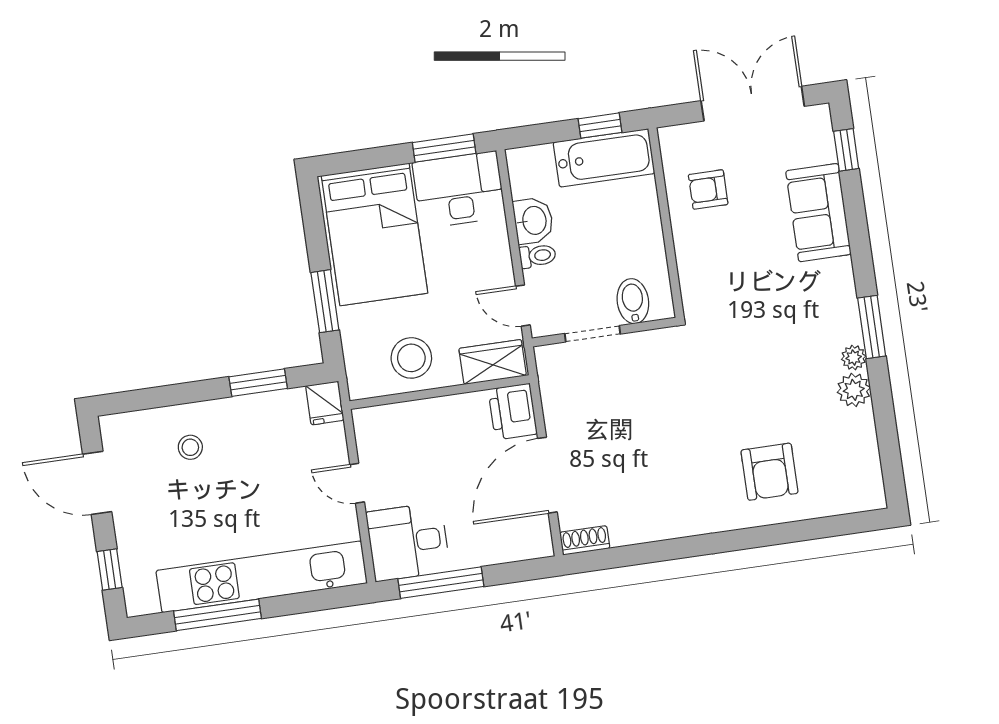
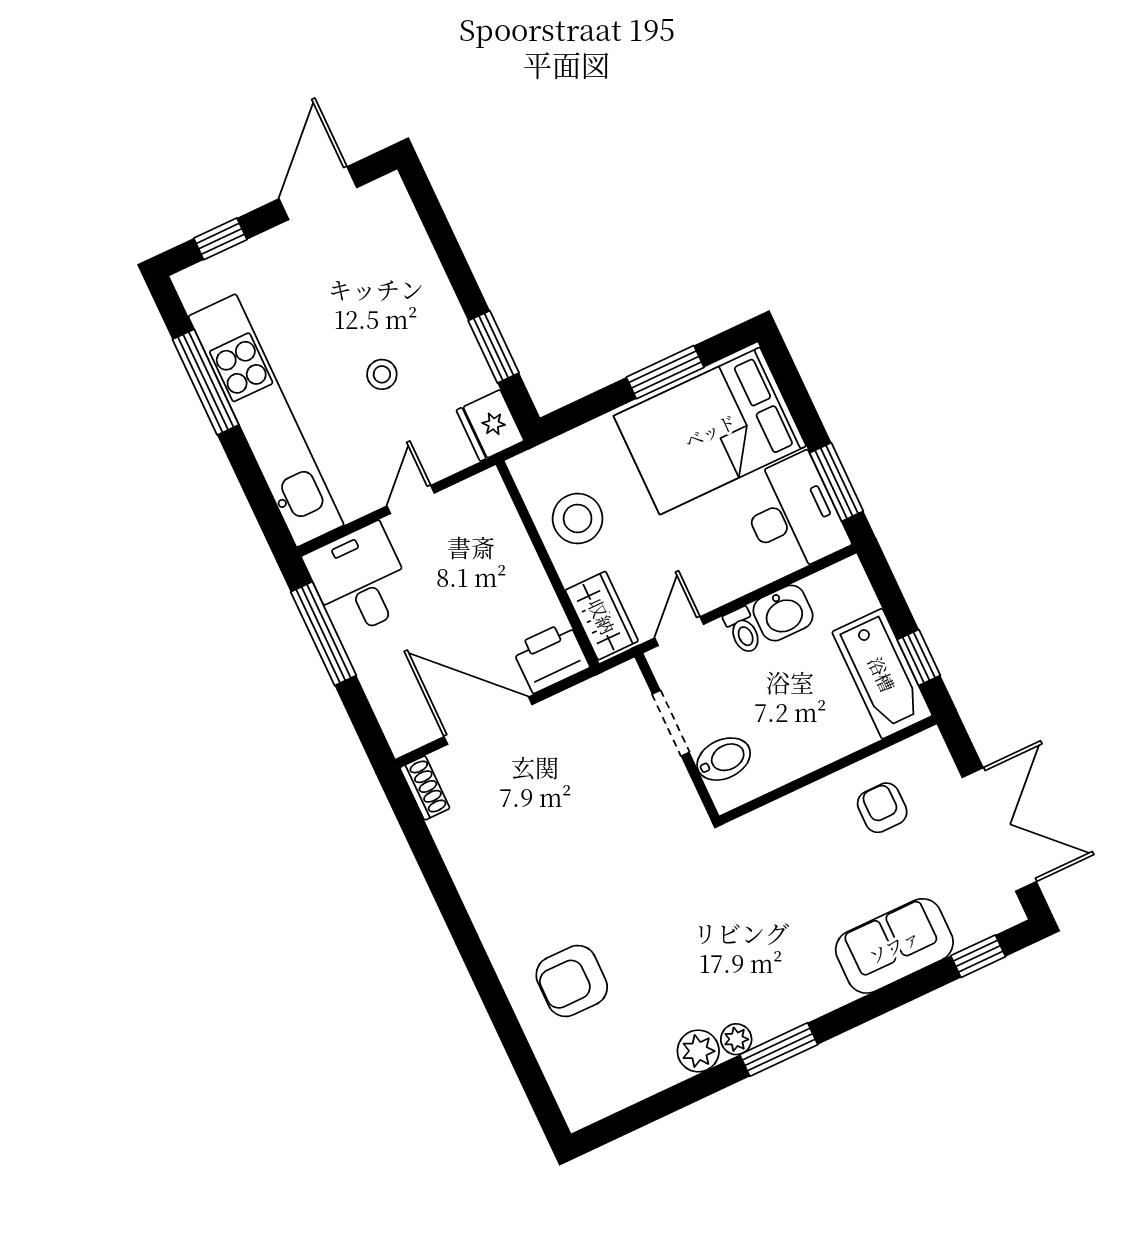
window: (325, 301) -> (665, 372), moved
fridge: (325, 403) -> (490, 425), width x1.38
stool: (190, 447) -> (382, 374), moved

